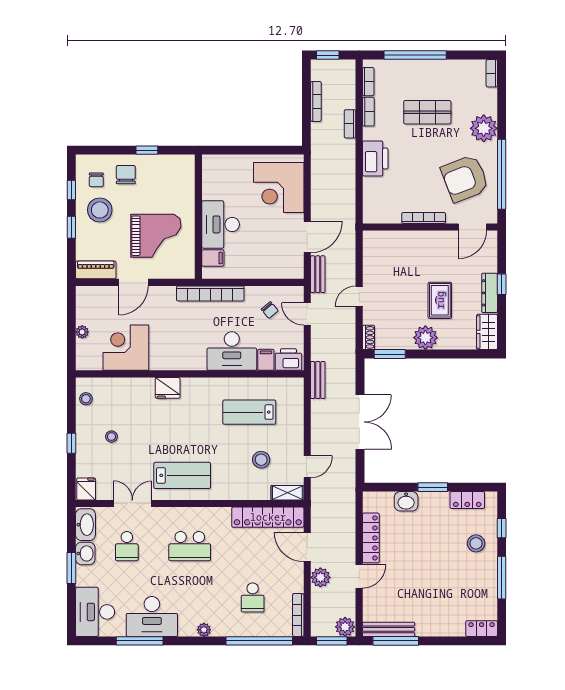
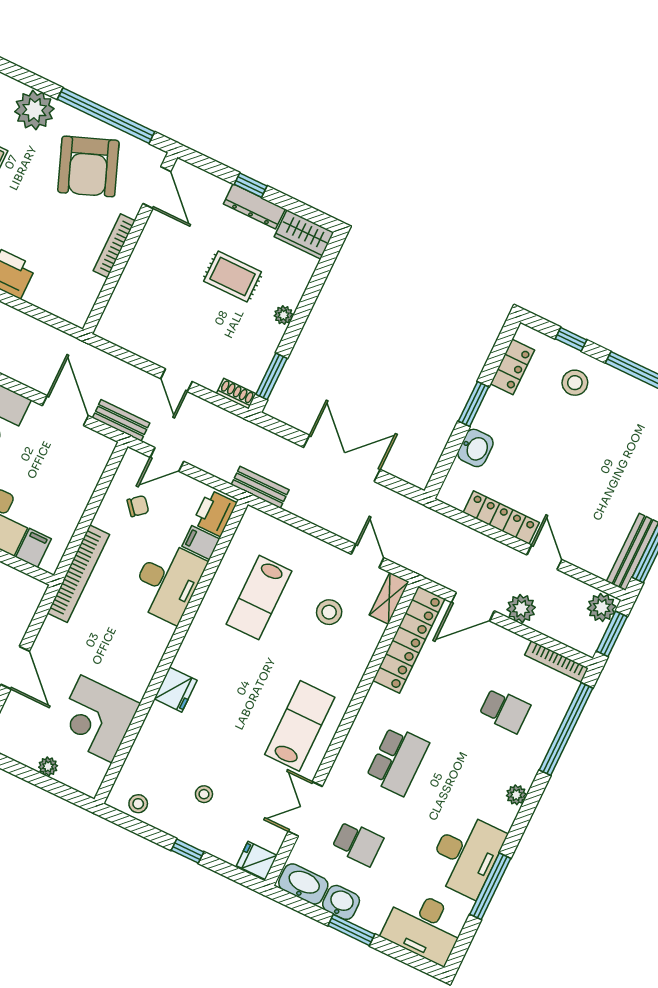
plant: (425, 338) -> (284, 315), width x0.53, depth x0.53

